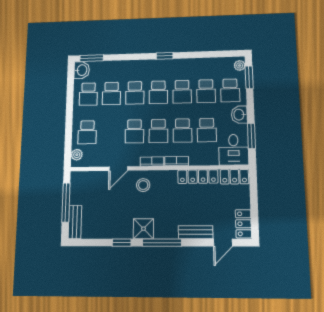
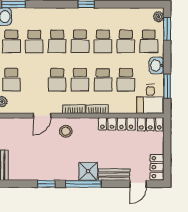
shower: (144, 229) -> (88, 171), moved

